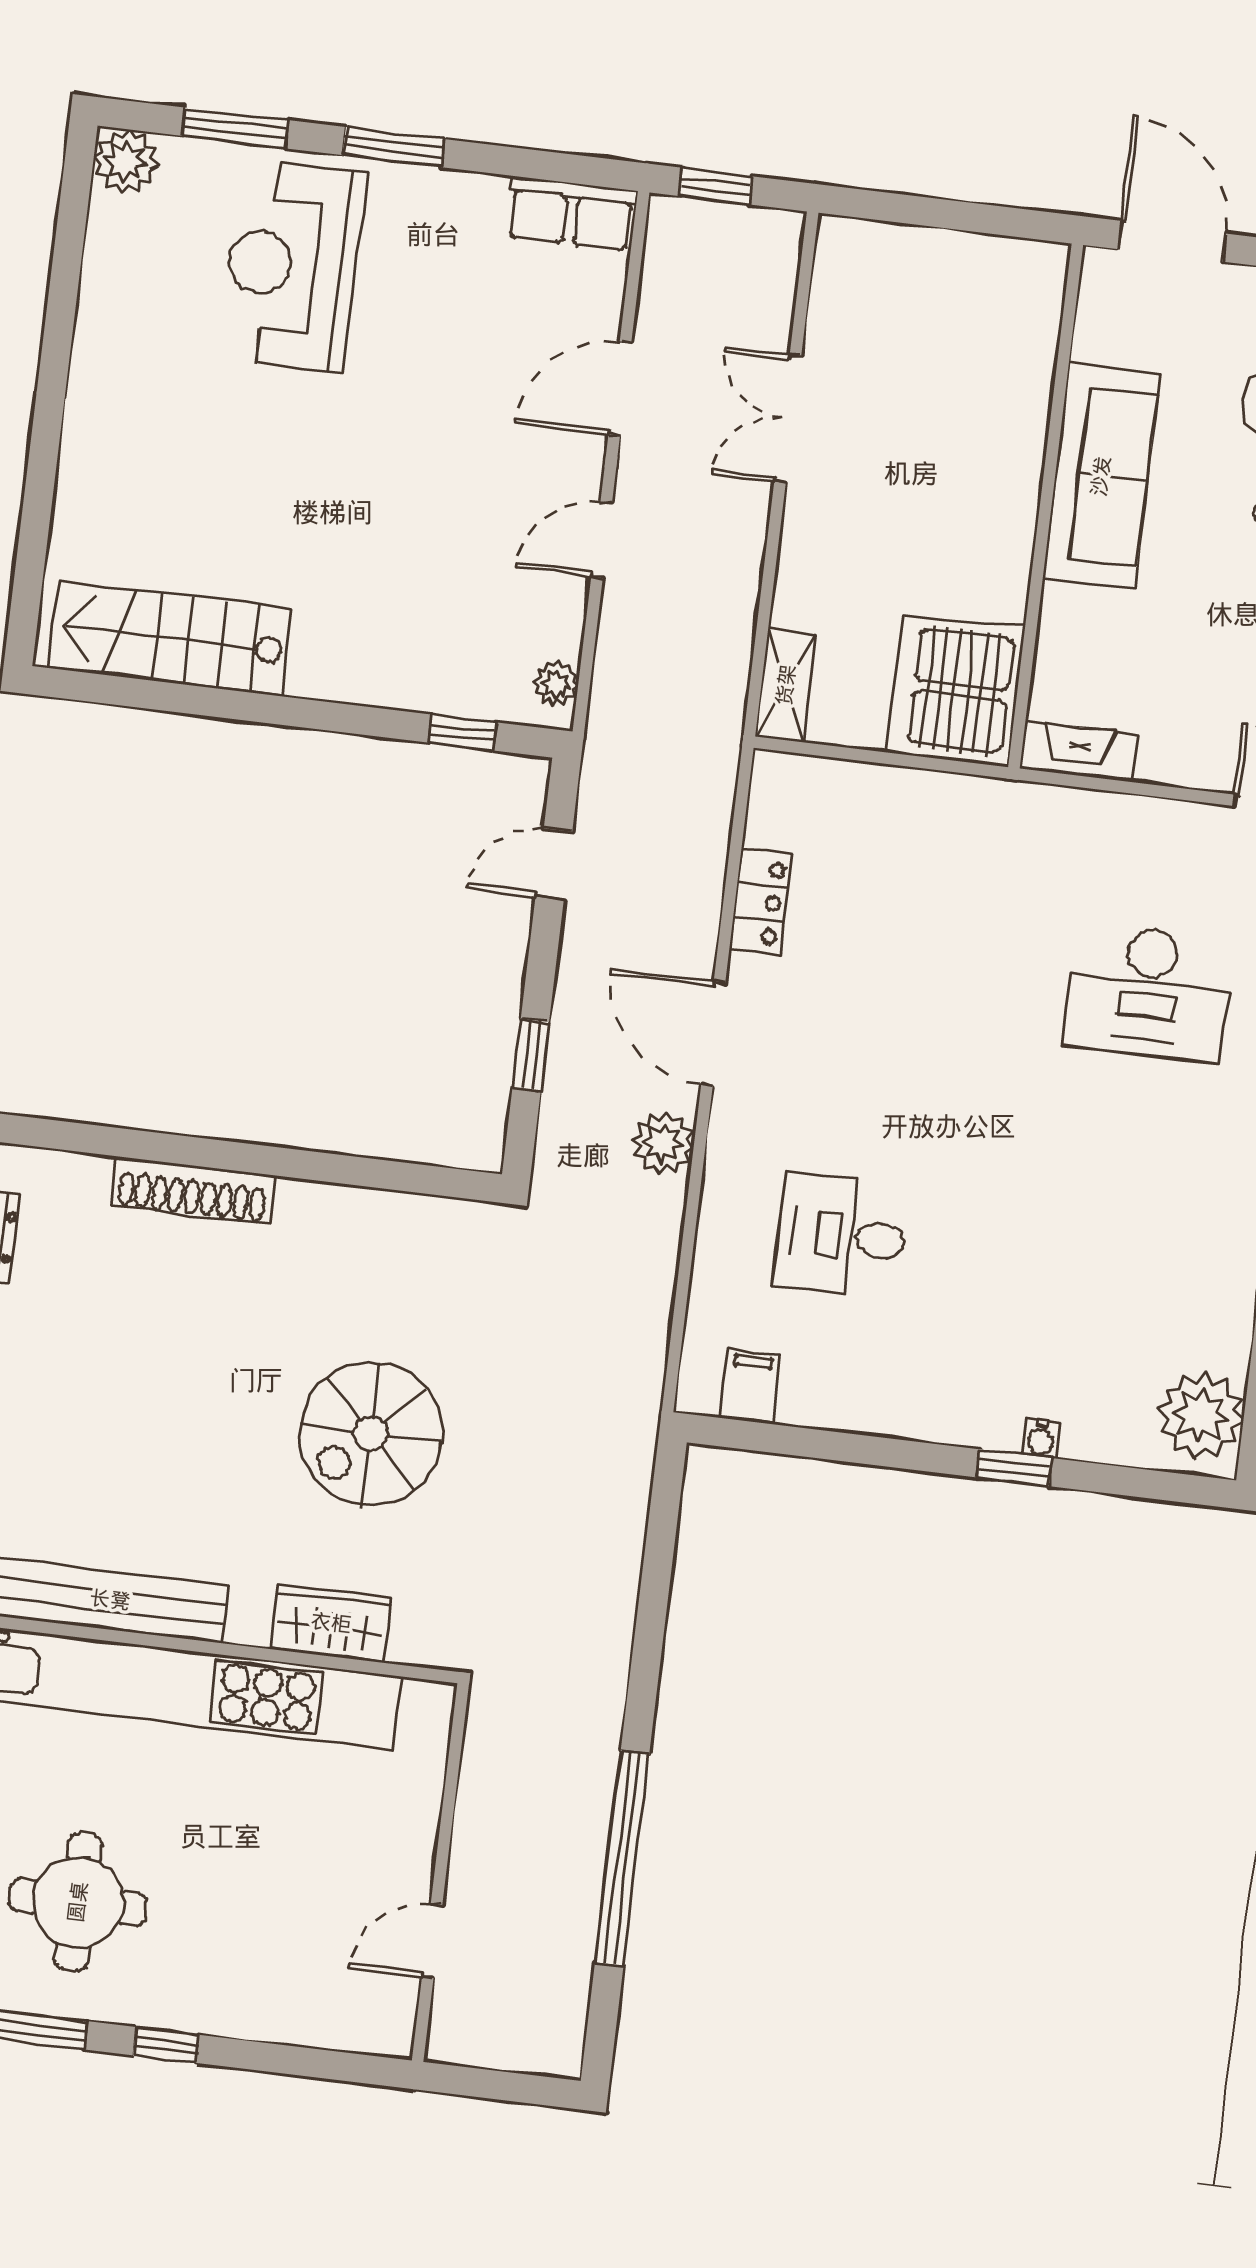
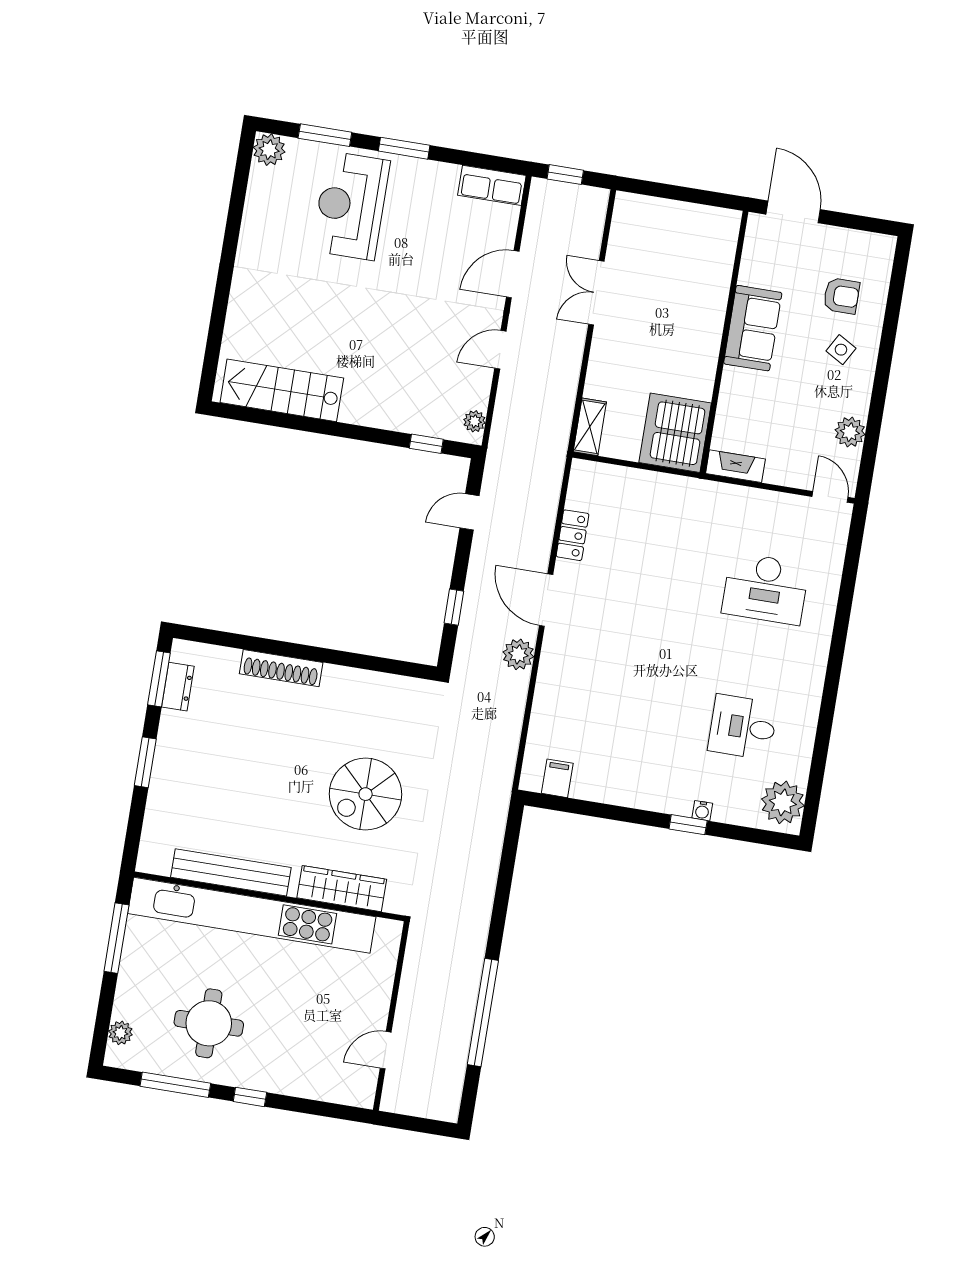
sofa: (1101, 476) -> (753, 328), width x0.73
desk: (842, 1236) -> (743, 727), moved
wardrobe: (331, 1623) -> (342, 889), width x1.50

